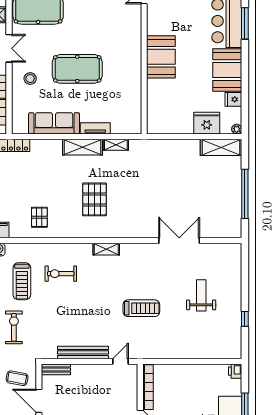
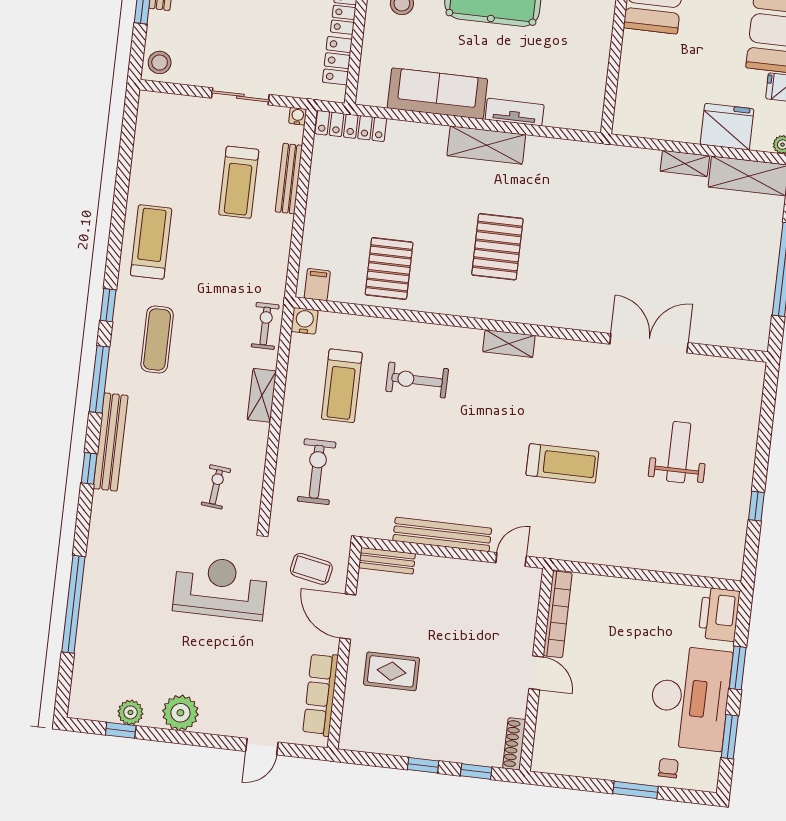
shelving: (116, 145) -> (685, 163), moved
pallet: (39, 217) -> (389, 268), width x1.50, depth x1.42
printer: (235, 371) -> (719, 614), width x1.87, depth x1.48

